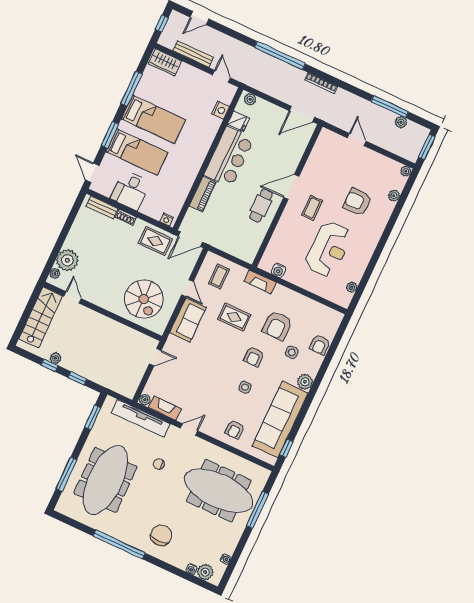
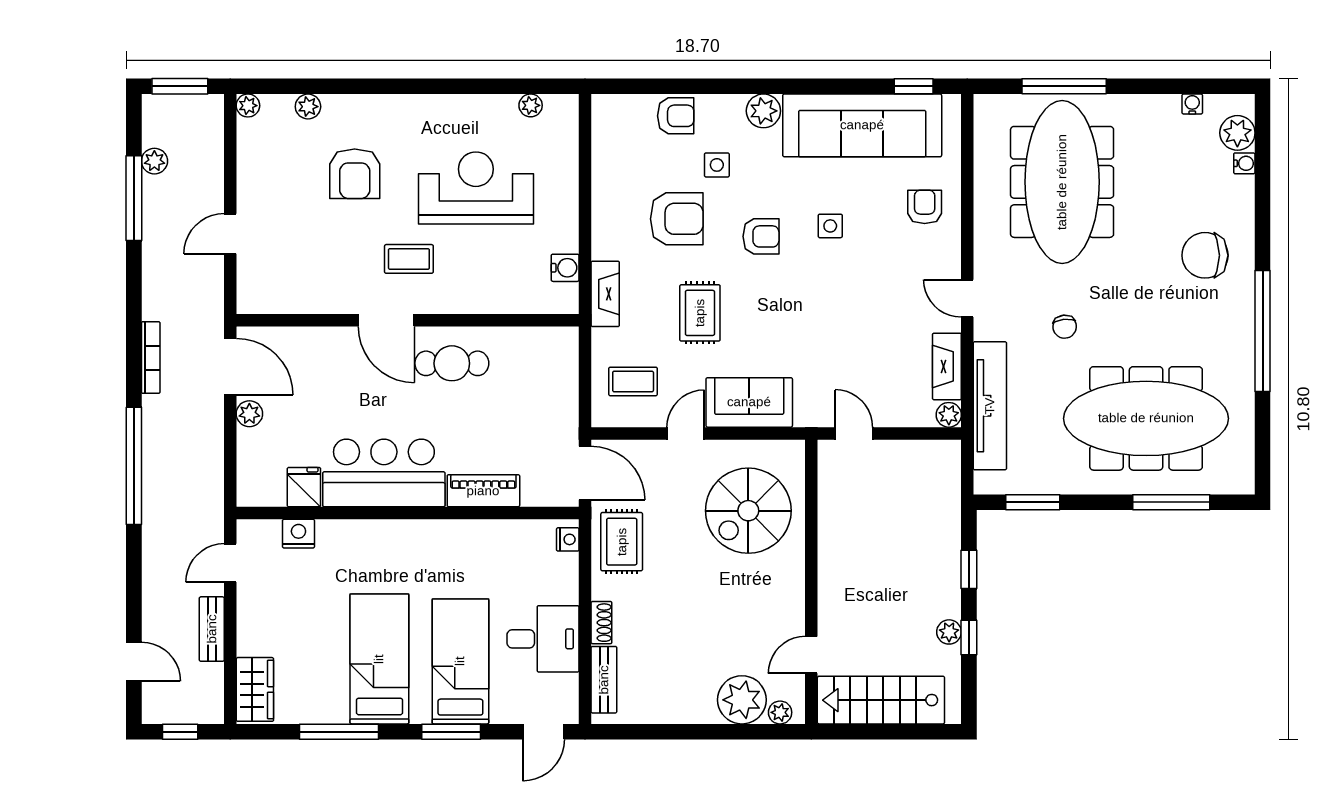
bench: (193, 54) -> (212, 629), width x0.73
plant: (250, 99) -> (249, 414), moved
spiral stairs: (144, 299) -> (748, 511), turned 180
armchair: (235, 430) -> (925, 207), turned -90

